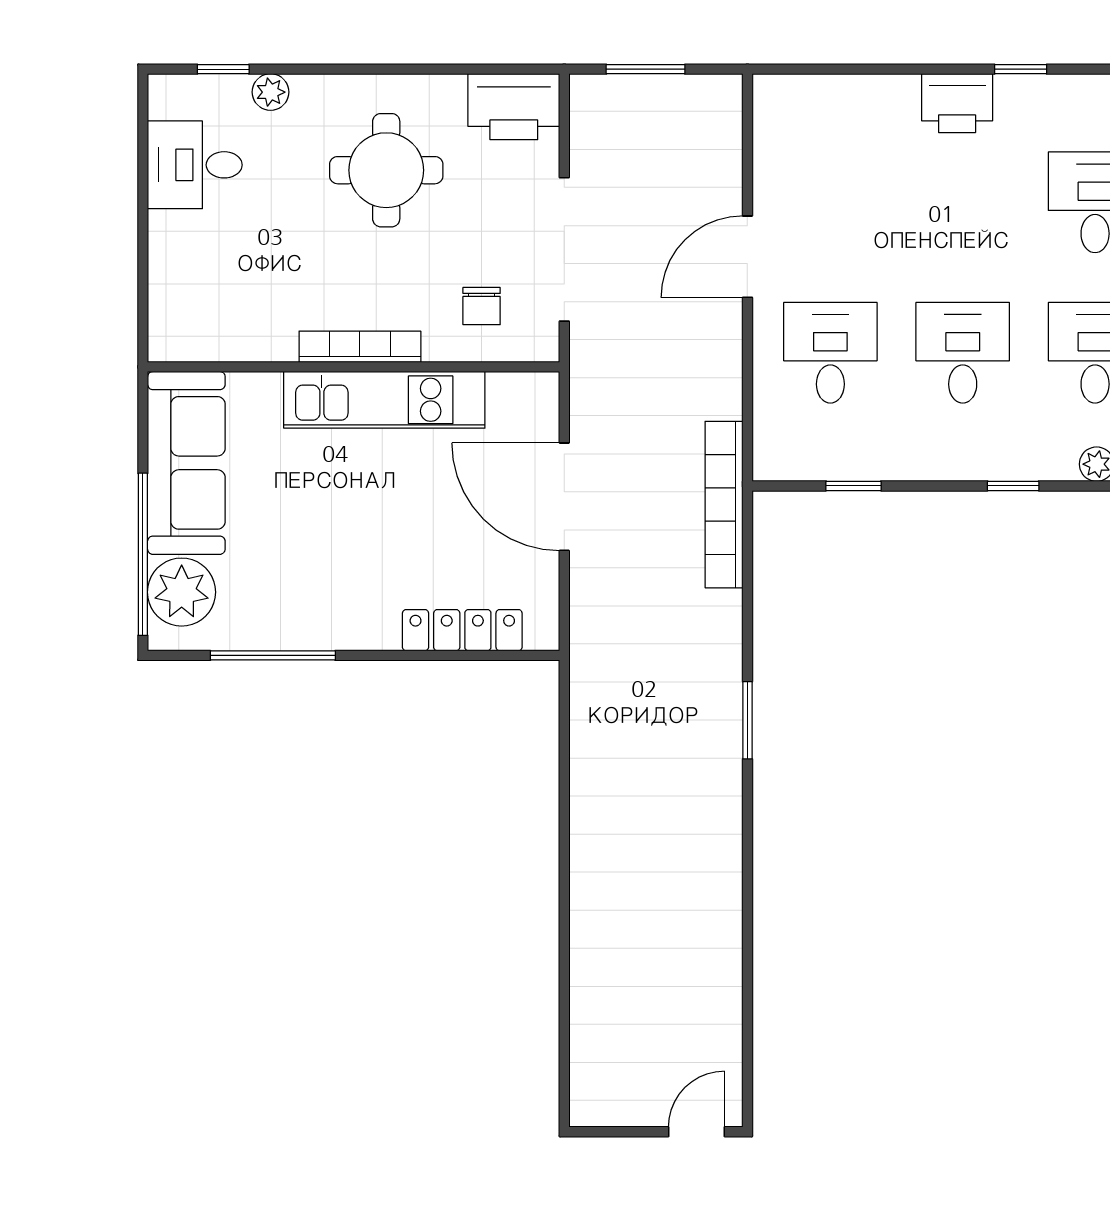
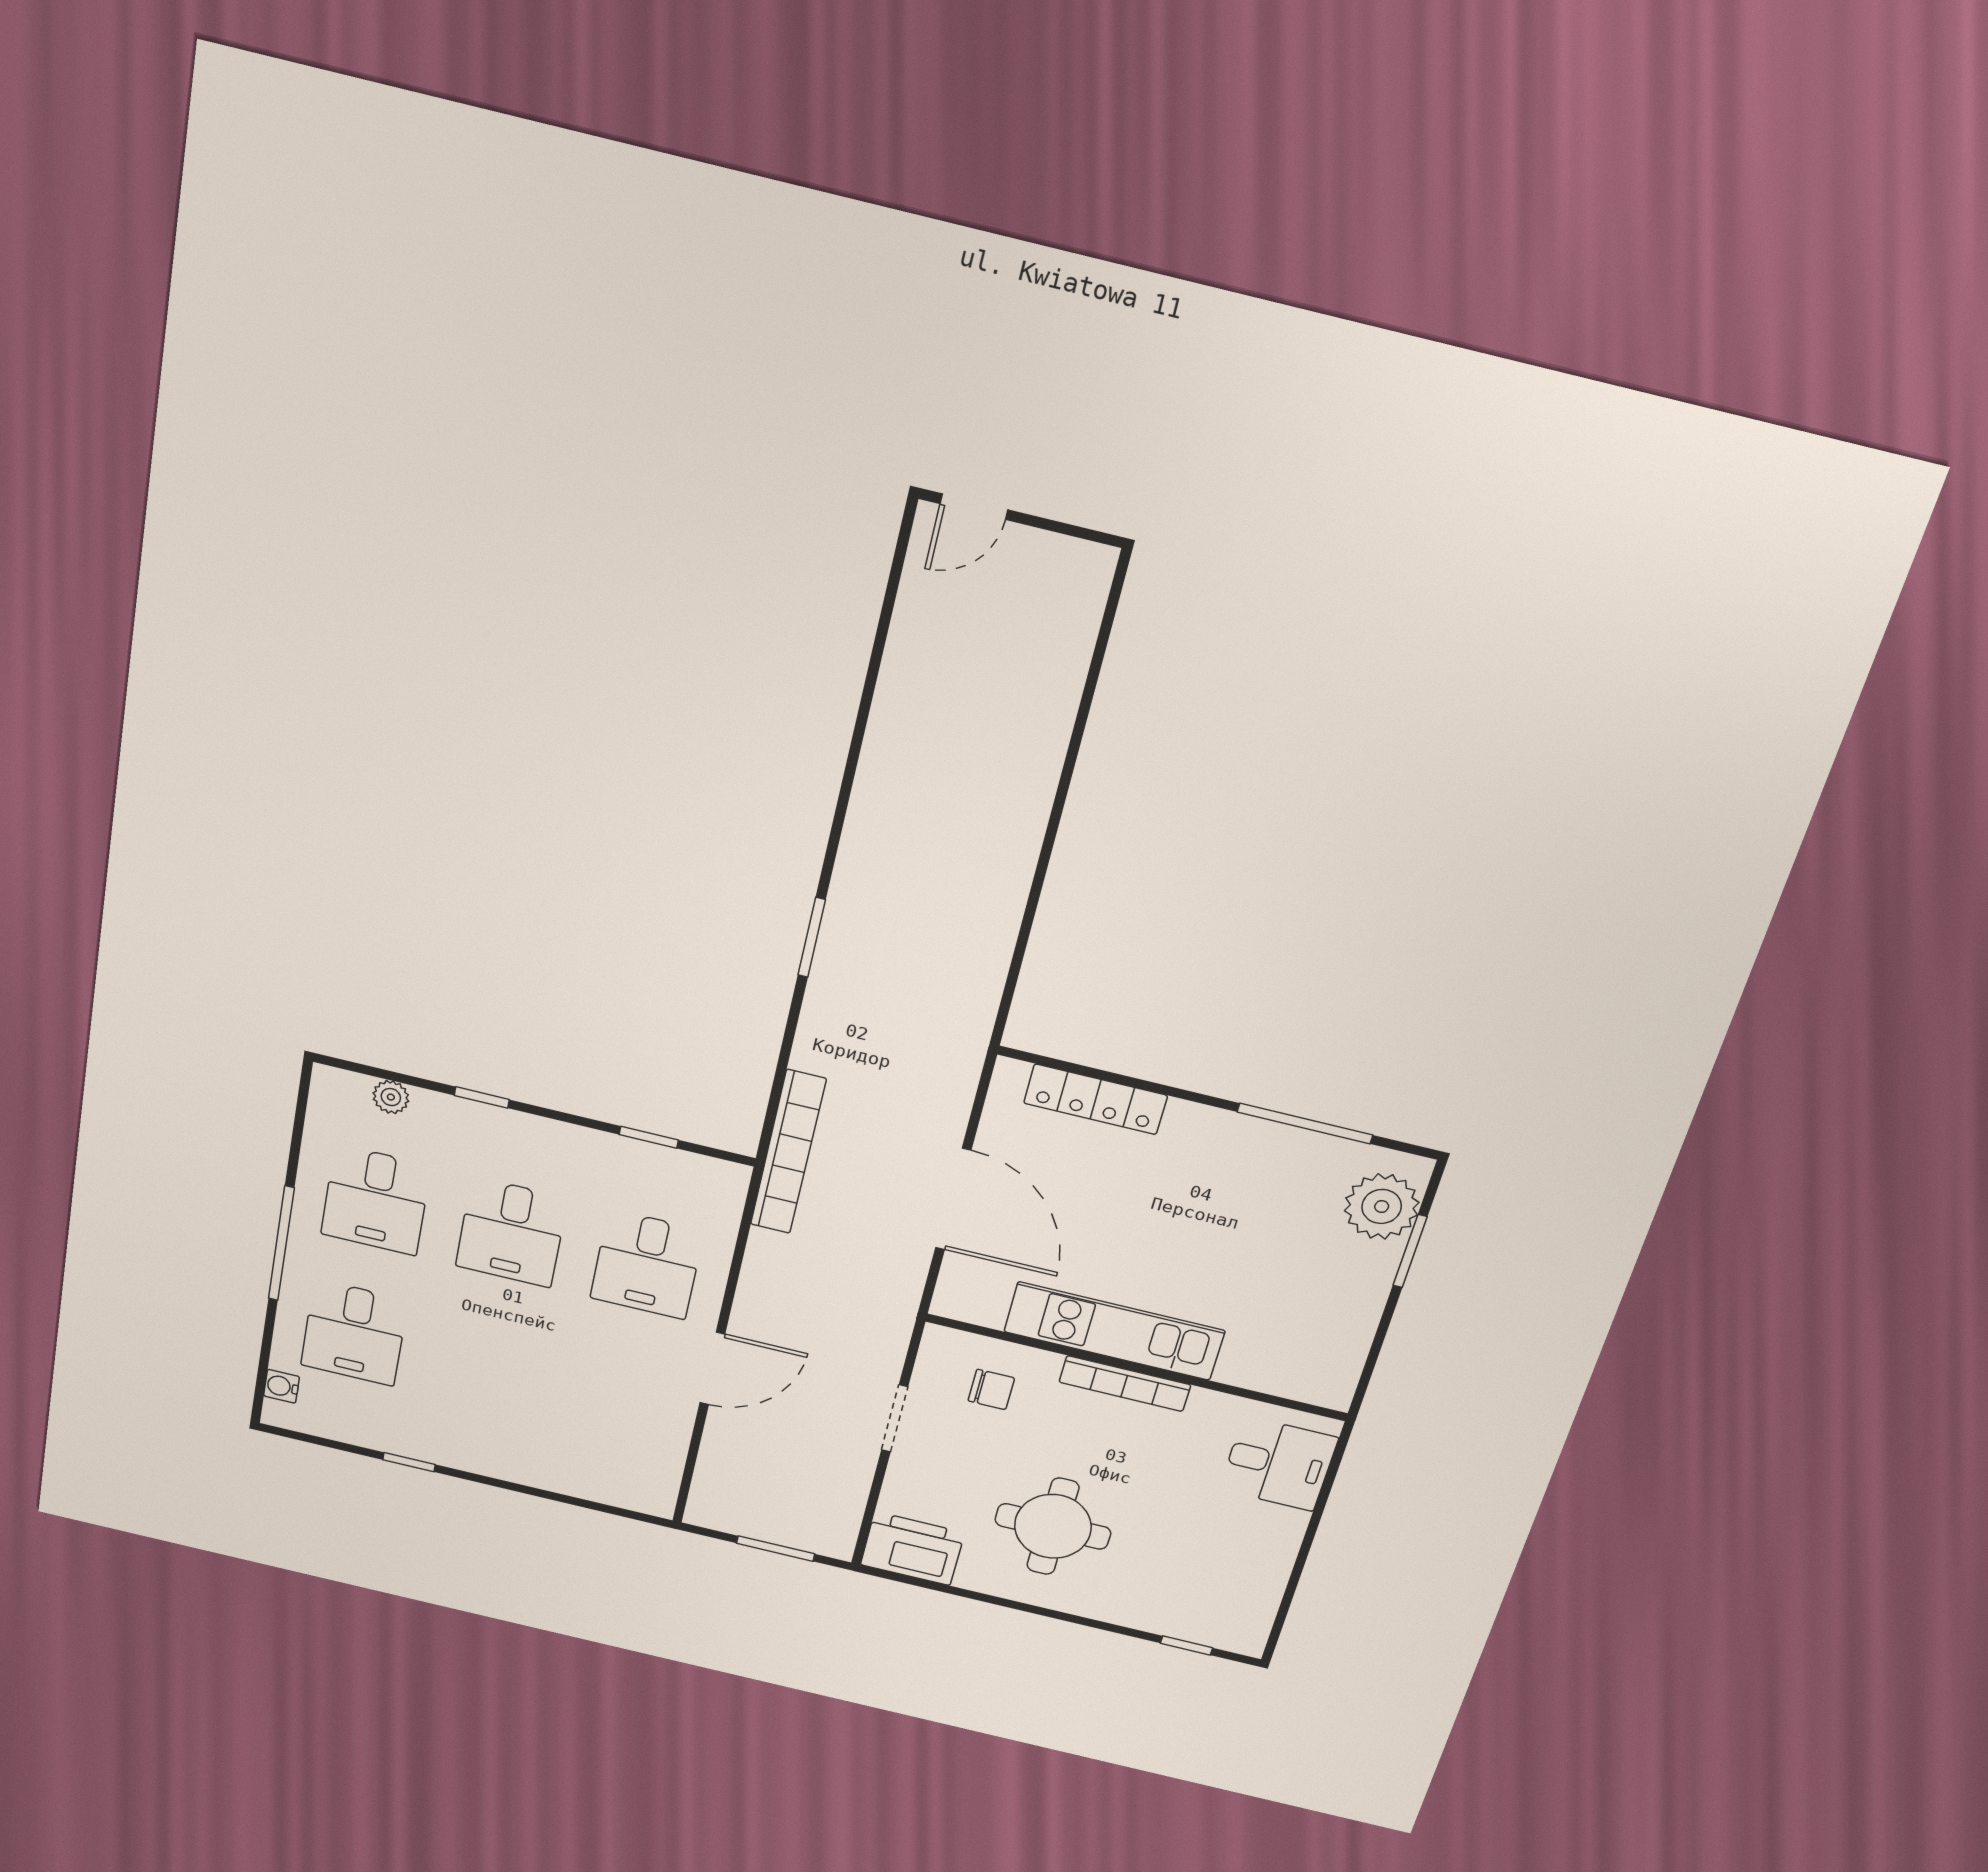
plant: (271, 92) -> (1147, 1617), removed
printer: (957, 103) -> (476, 1449), removed
desk: (195, 165) -> (1279, 1464), moved
doorway: (564, 249) -> (895, 1418), width x0.53
chair: (482, 306) -> (991, 1389), turned 90
sofa: (186, 463) -> (1336, 1323), removed
window: (143, 554) -> (1410, 1251), width x0.47

